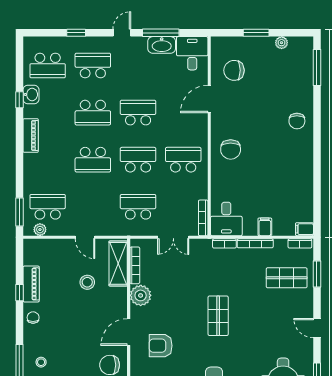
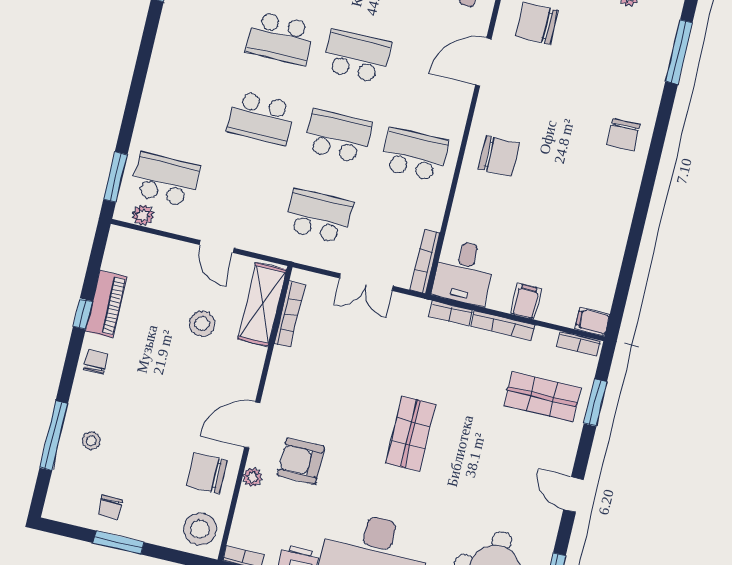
piano: (31, 135) -> (165, 52), removed
chair: (231, 149) -> (499, 156), turned -90
plant: (141, 295) -> (252, 477), moved, width x0.53, depth x0.53

